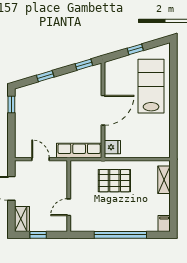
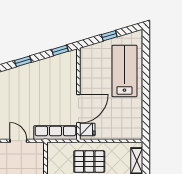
door: (103, 110) -> (78, 109), moved

